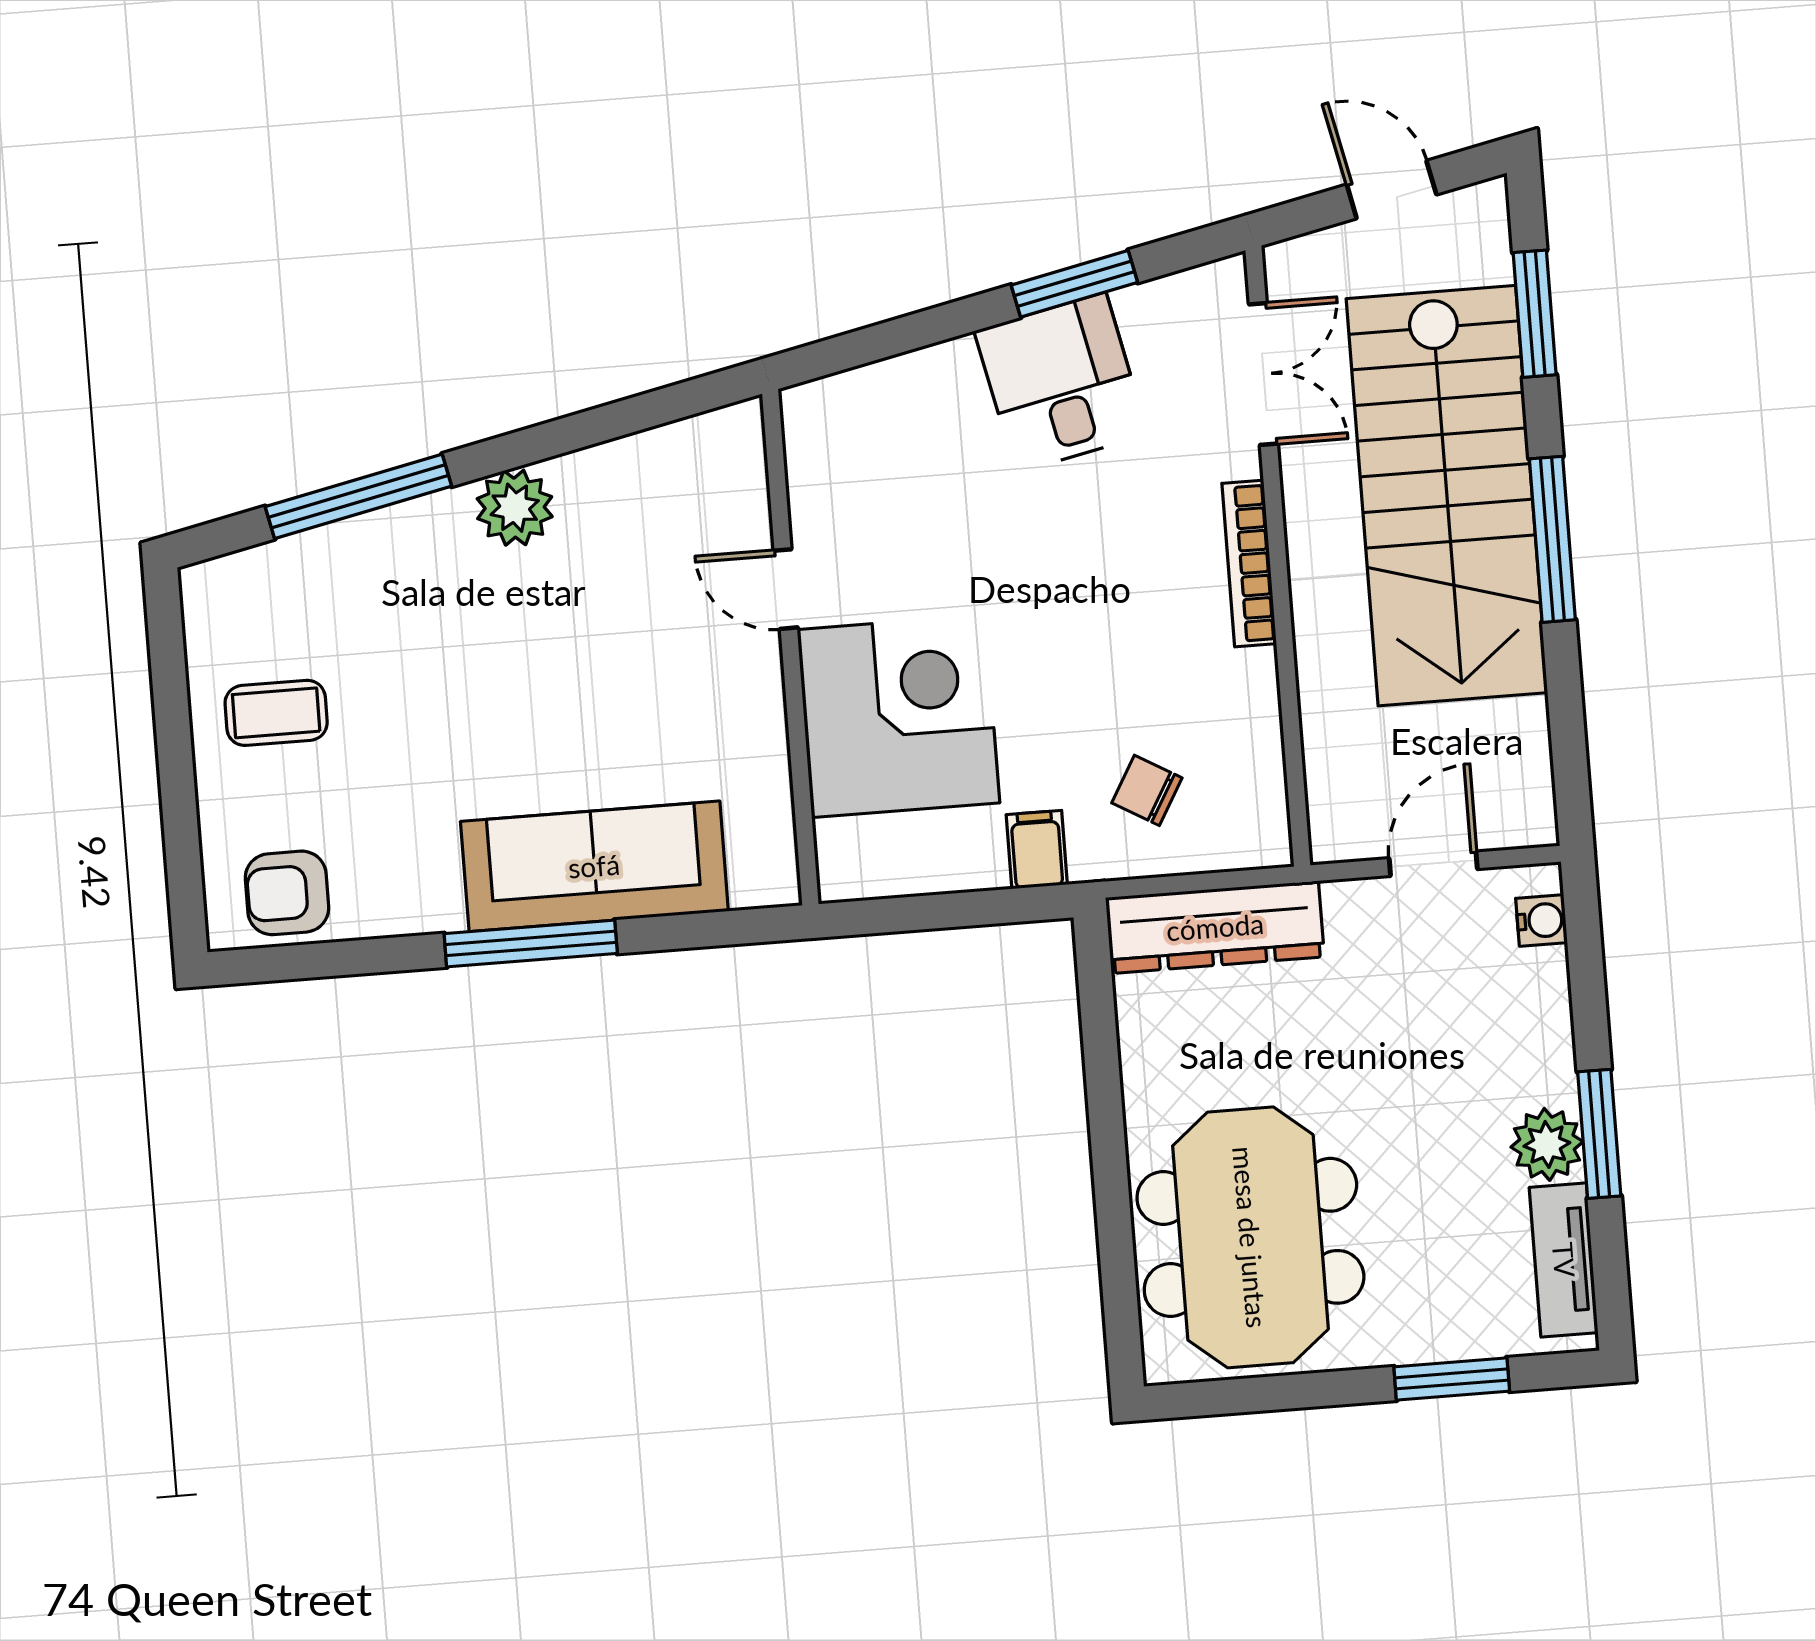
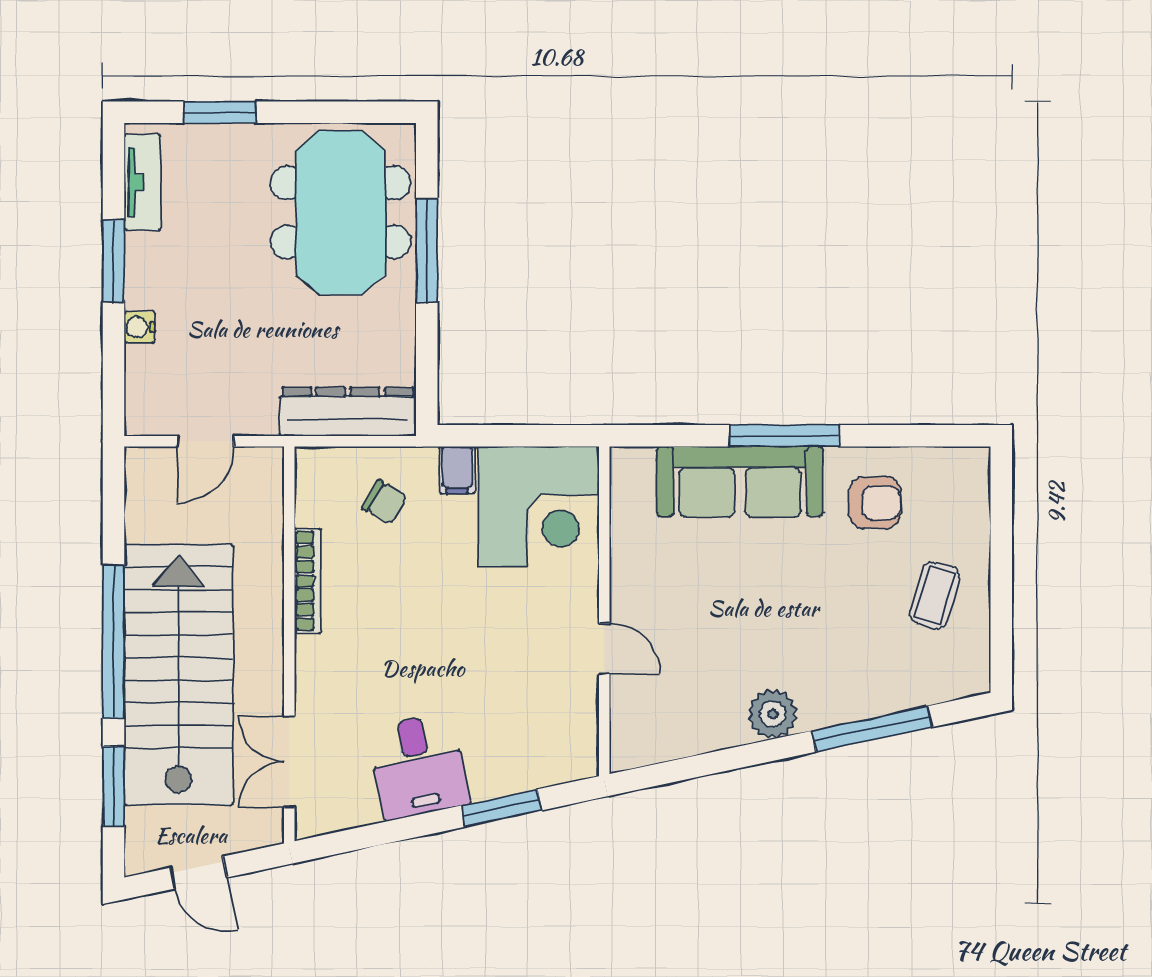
window: (1074, 284) -> (501, 808), moved
window: (1552, 539) -> (114, 642), width x1.46
bookcase: (1249, 564) -> (308, 581), moved
coffee table: (276, 713) -> (935, 595), turned -73
corner desk: (898, 716) -> (539, 507), moved, turned -90
armchair: (287, 893) -> (875, 503), moved
water cooler: (1542, 920) -> (140, 327), moved
plant: (1547, 1144) -> (147, 257), removed
window: (1112, 1189) -> (427, 250), added

